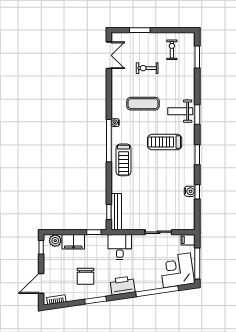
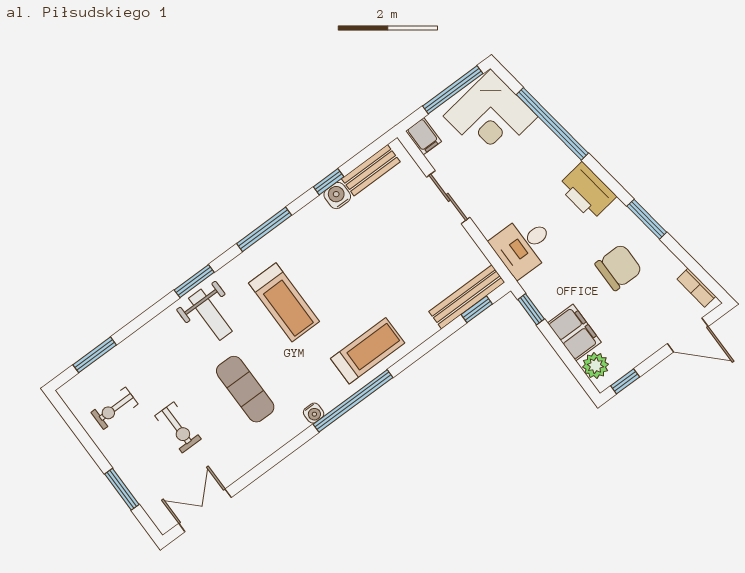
window: (197, 155) -> (264, 229), width x1.44
bench: (190, 211) -> (371, 170), added

